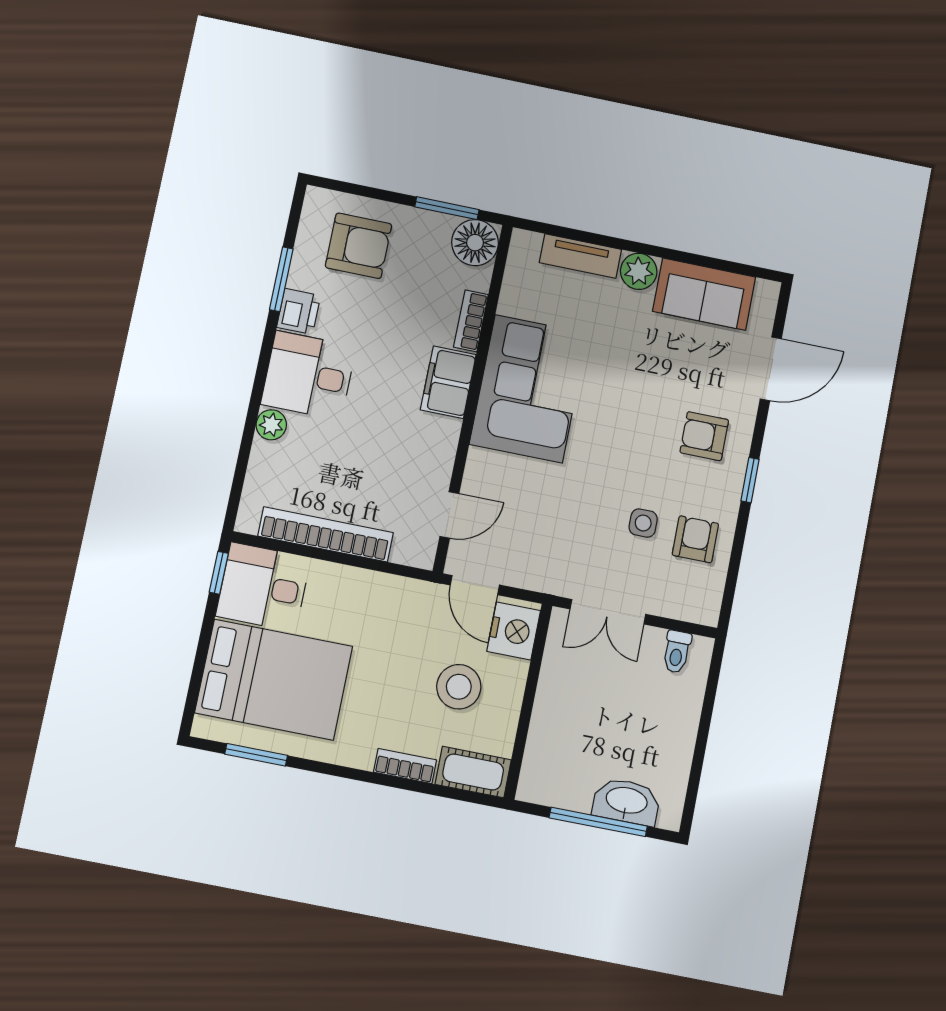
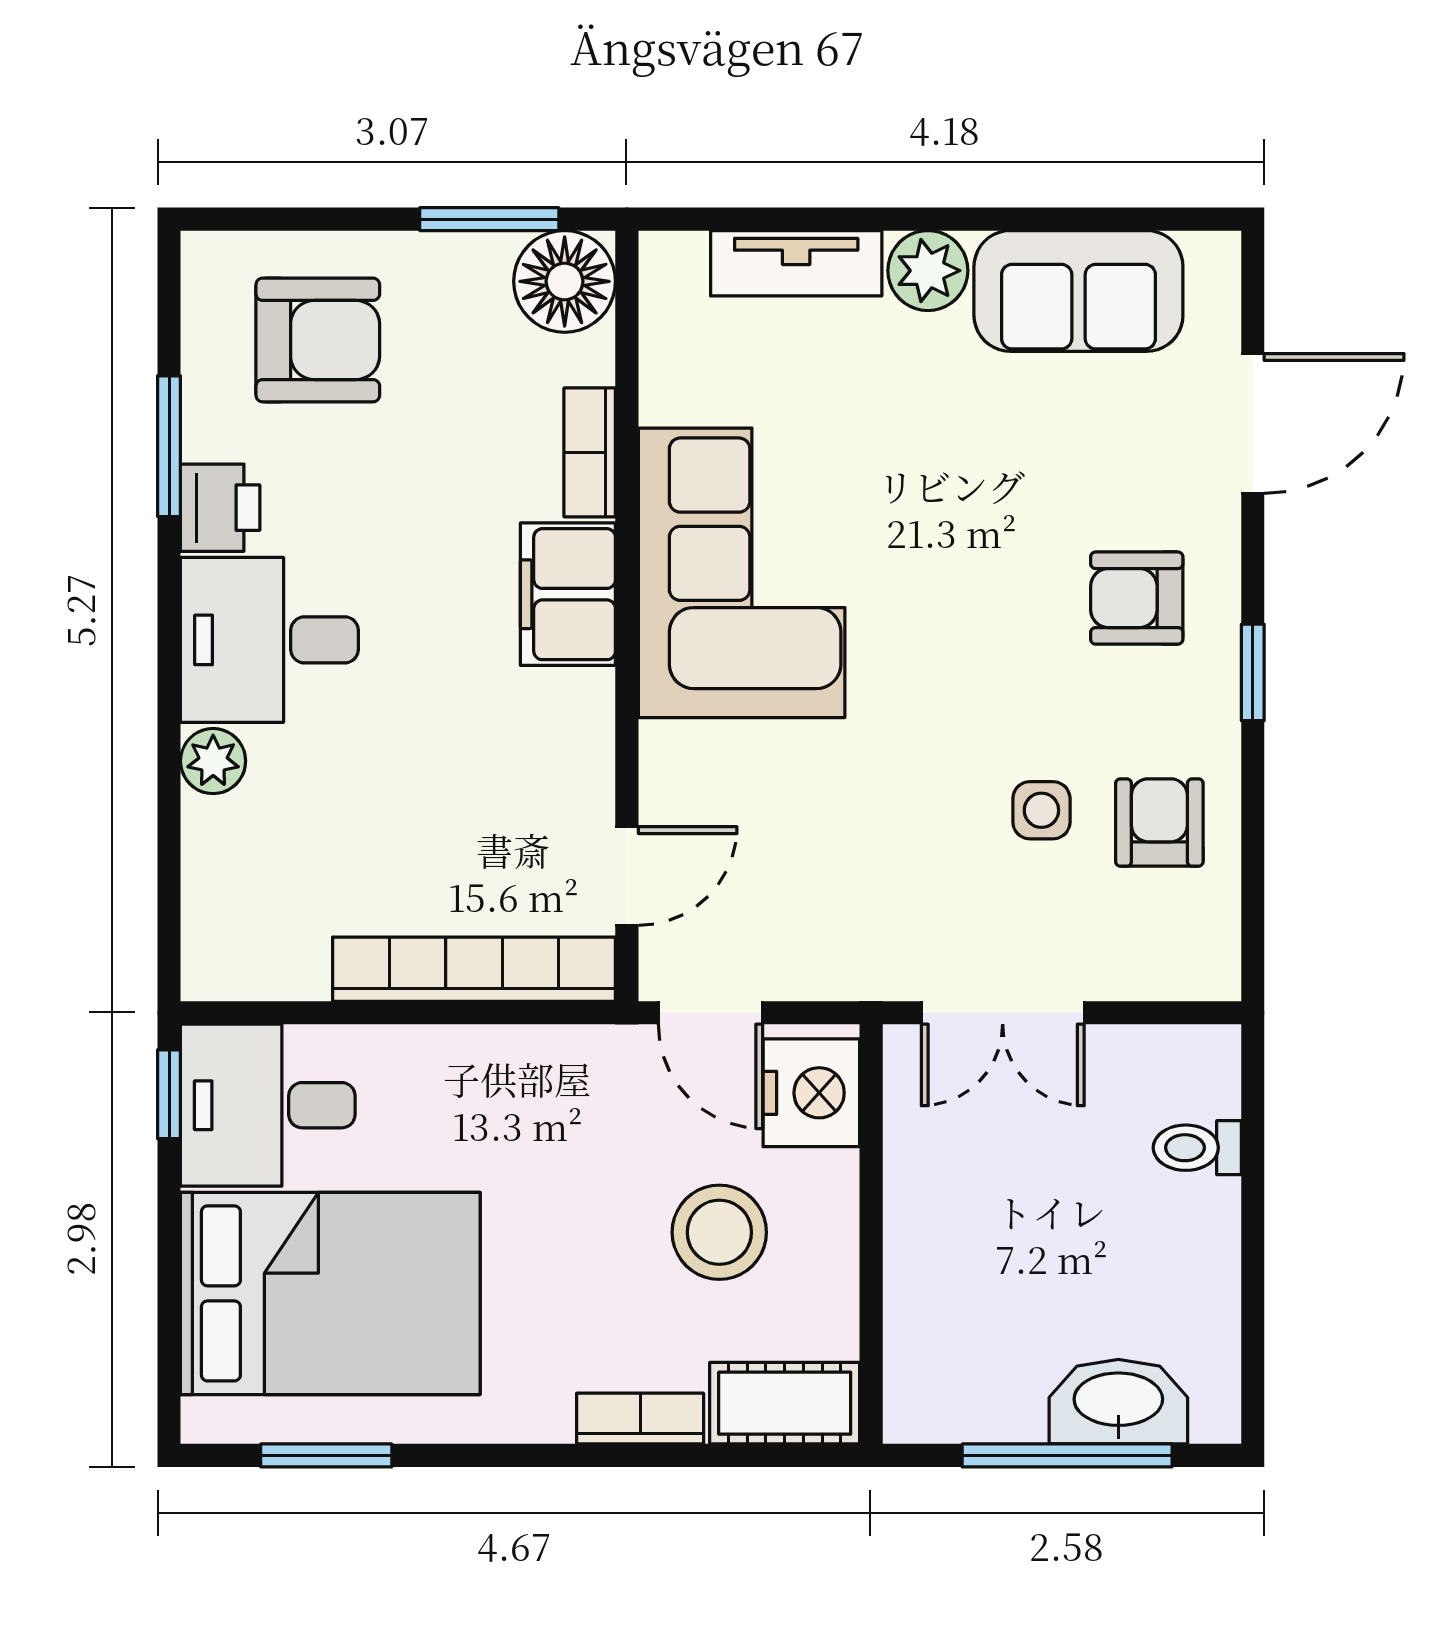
bookcase: (326, 534) -> (474, 969), moved
toilet: (677, 652) -> (1197, 1148), moved, turned 90

